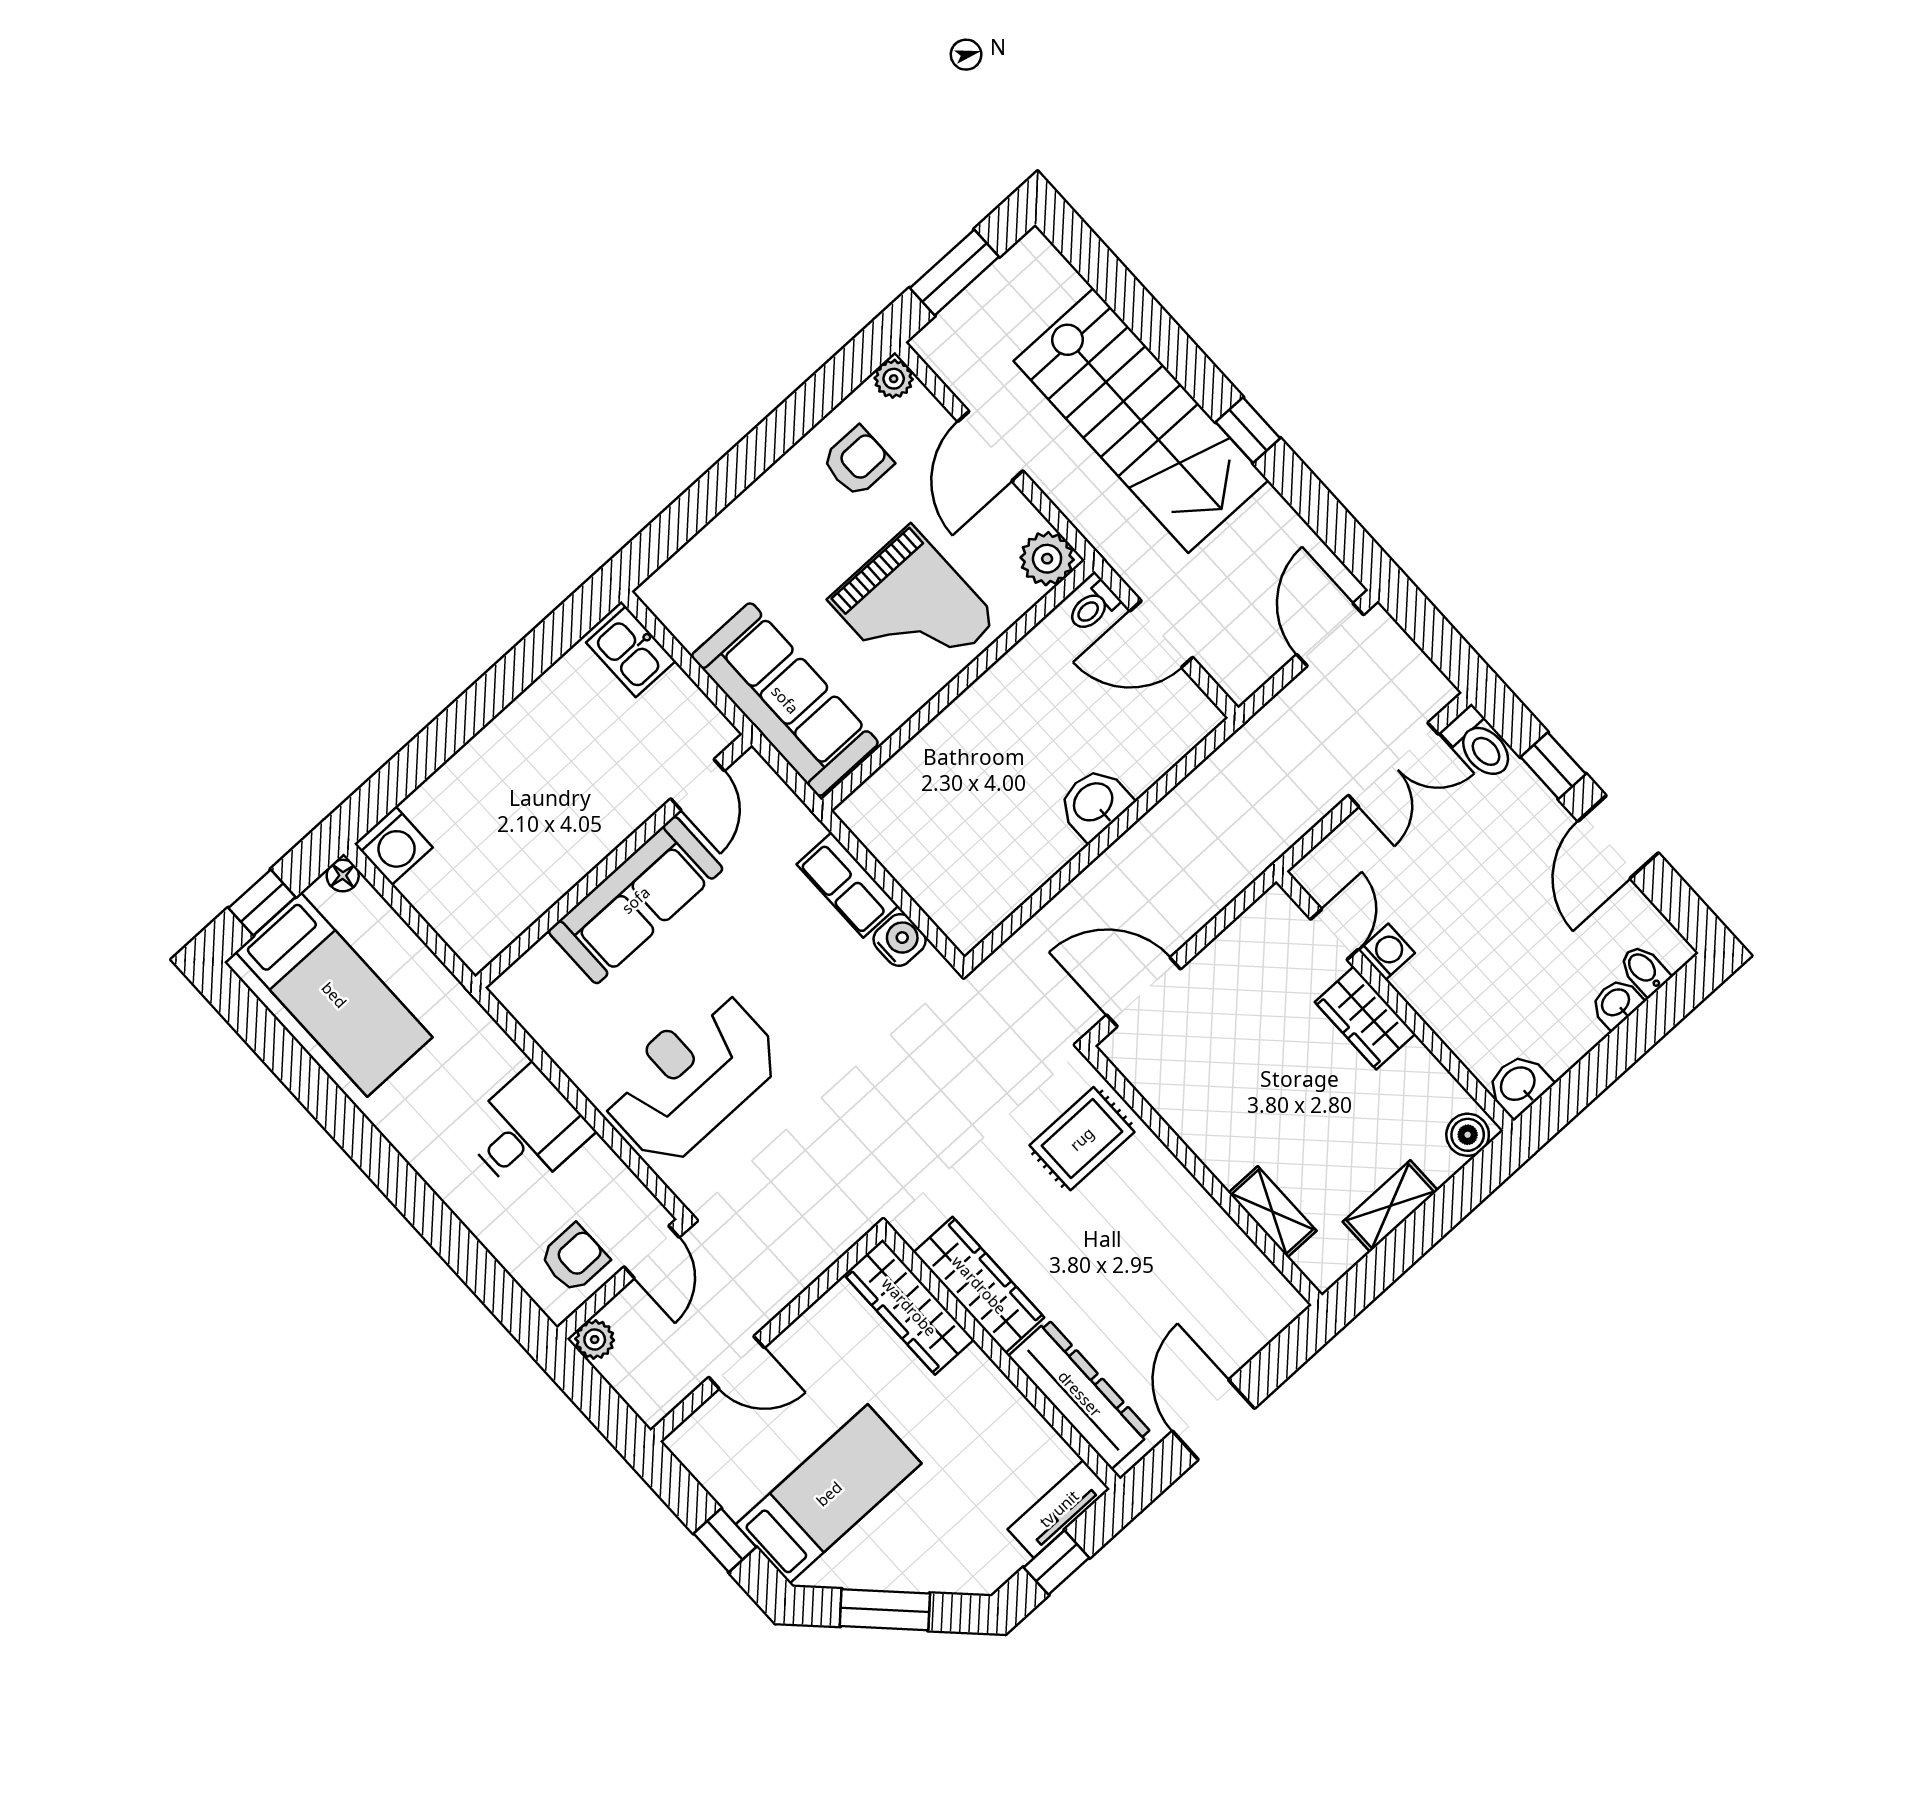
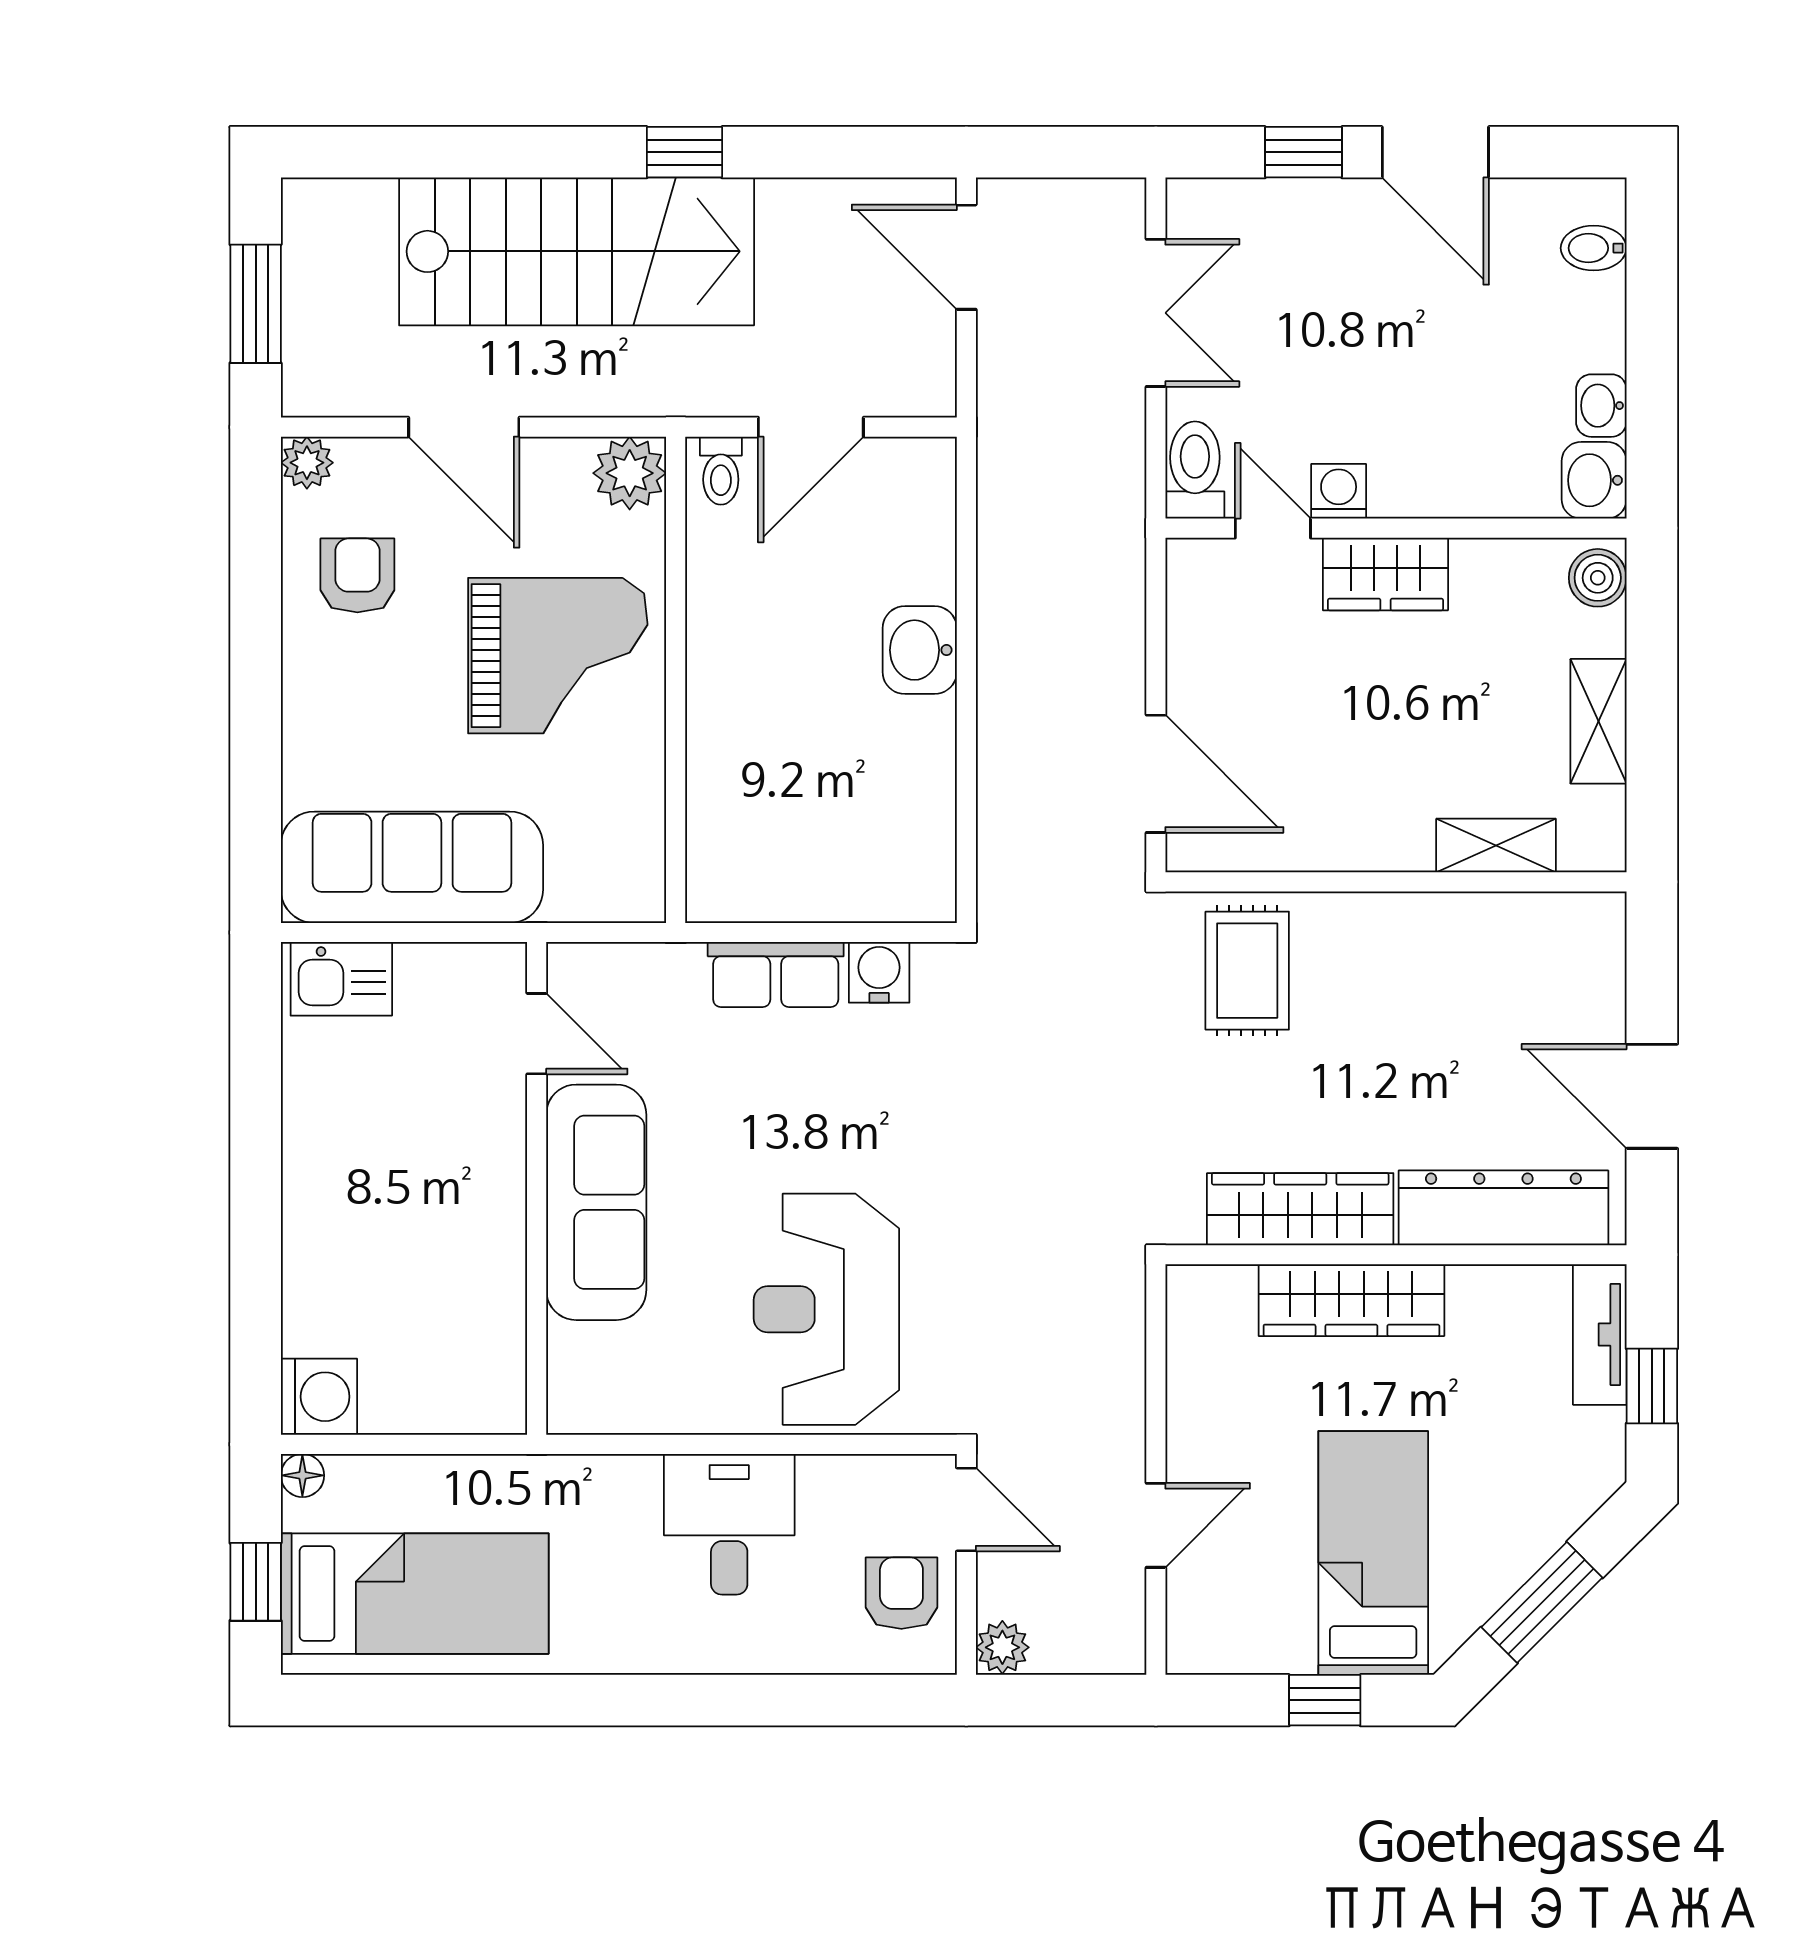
sofa: (785, 700) -> (412, 867), moved
toilet: (1479, 744) -> (1195, 470), moved, turned -90
door: (1144, 992) -> (1156, 774), swing flipped
washbasin: (1616, 1003) -> (1601, 406), moved
wardrobe: (909, 1307) -> (1351, 1300), moved

